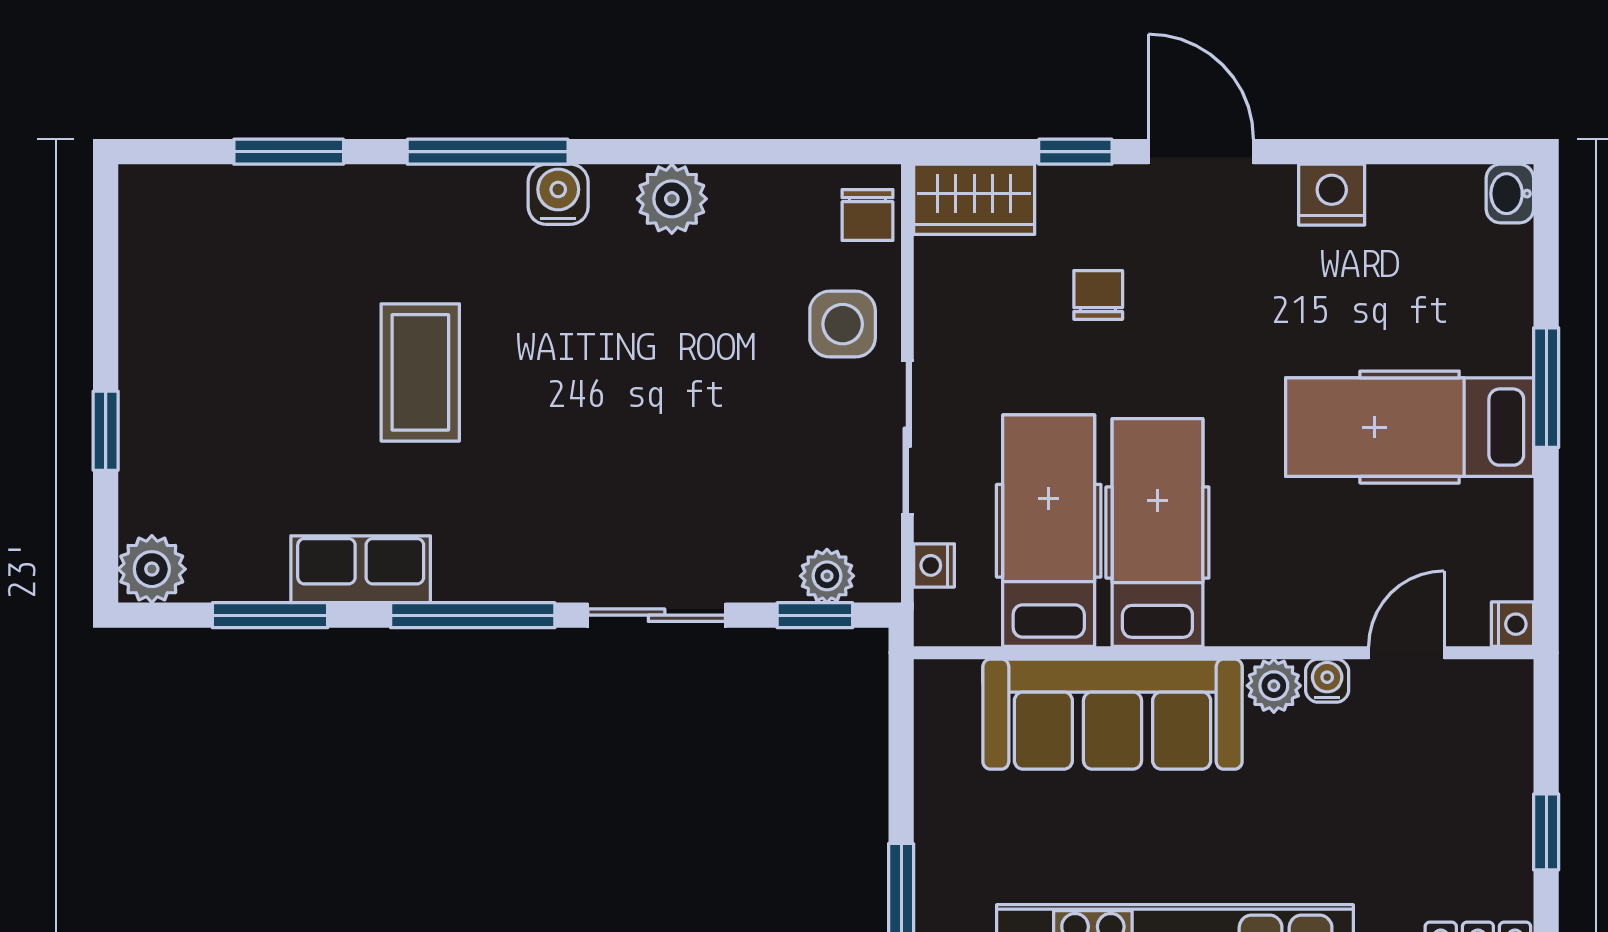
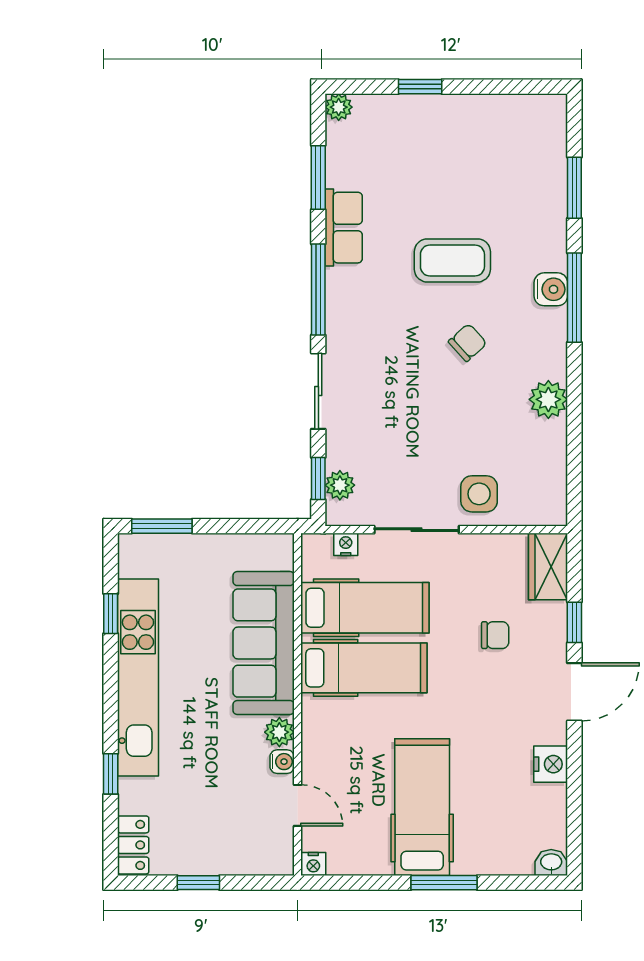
water cooler: (558, 194) -> (551, 289), moved
chair: (868, 215) -> (468, 343), moved, turned 138
plant: (152, 569) -> (339, 107), width x0.73, depth x0.73

